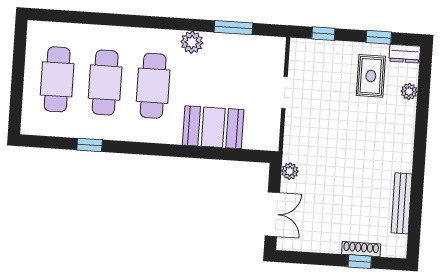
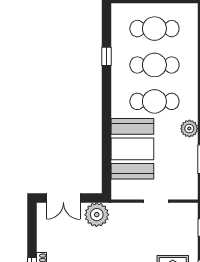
booth: (213, 127) -> (132, 149), width x1.36, depth x1.42
plant: (290, 171) -> (97, 215), width x1.87, depth x1.87

